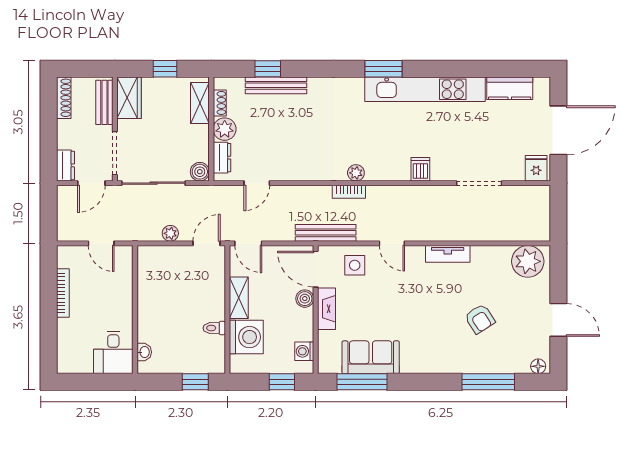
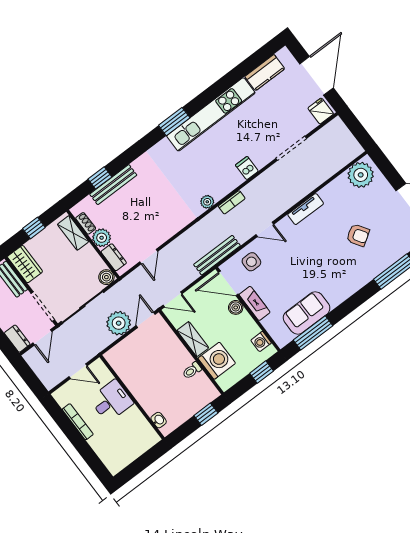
bookcase: (349, 192) -> (232, 202), moved
plant: (170, 233) -> (119, 323), width x1.88, depth x1.88
desk: (113, 352) -> (111, 401), moved, turned -90

